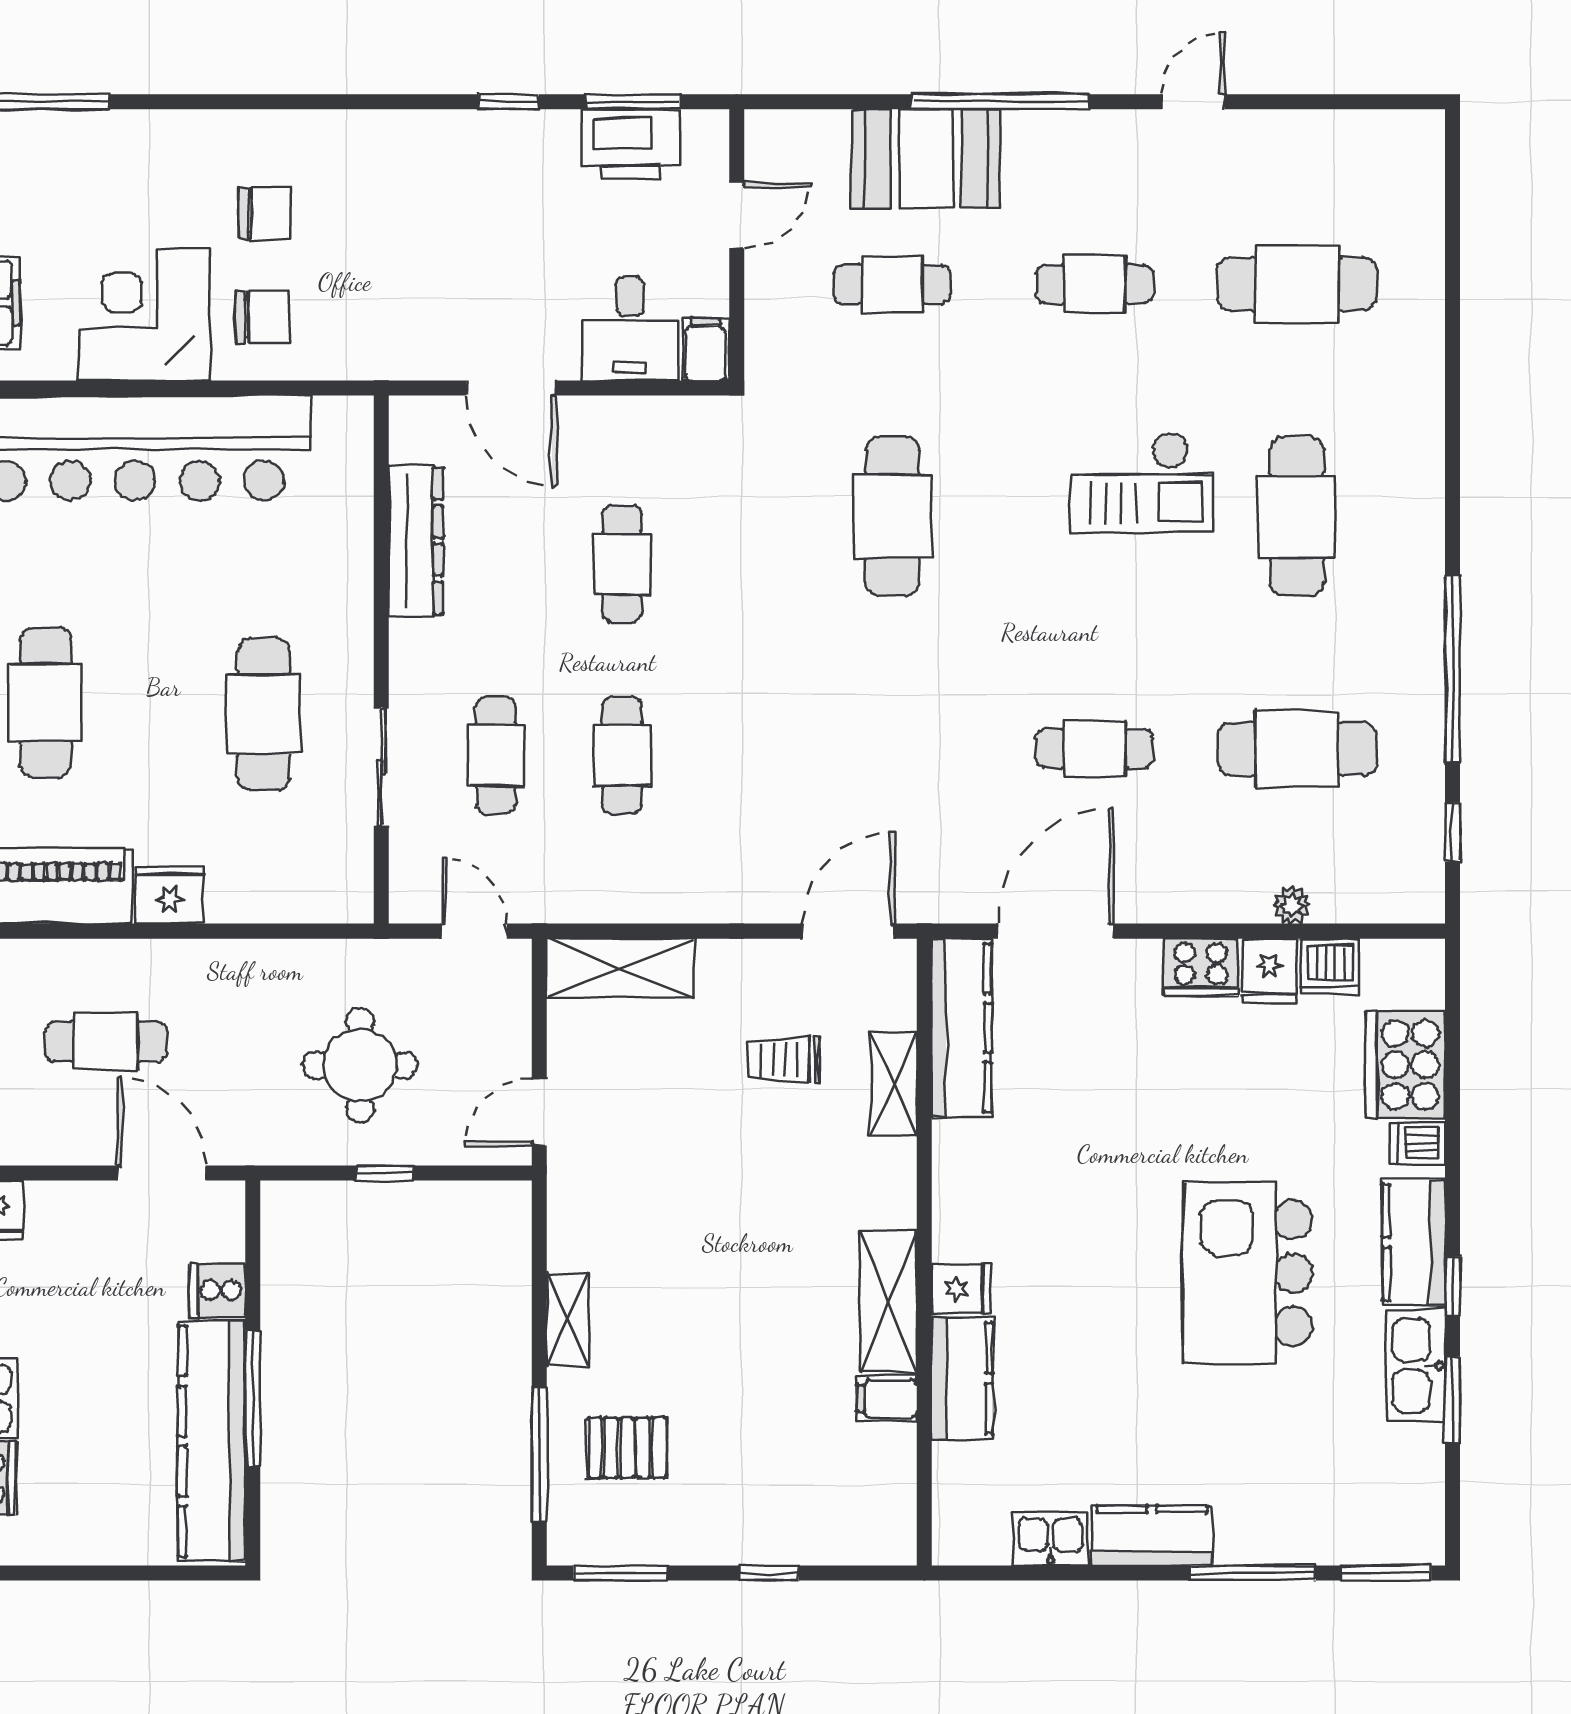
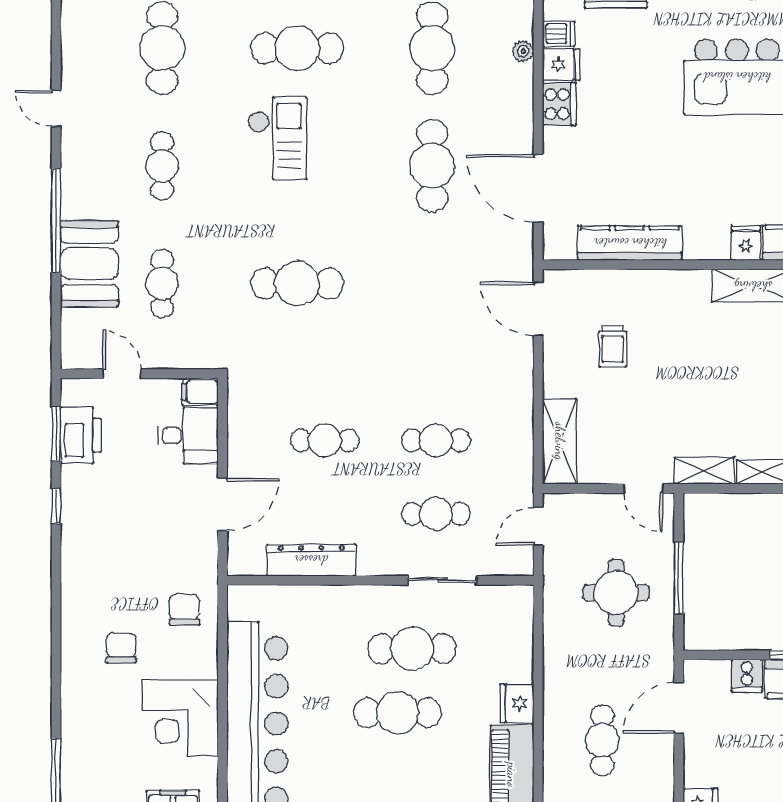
chair: (262, 317) -> (184, 610), moved
cafe table: (46, 702) -> (398, 713), moved
cafe table: (1095, 749) -> (432, 166), width x1.37, depth x1.35
dishwasher: (1330, 967) -> (559, 34), width x0.73
kitchen counter: (961, 1028) -> (630, 243), moved
shelving: (893, 1084) -> (704, 471), moved
window: (385, 1173) -> (679, 578), width x2.17

